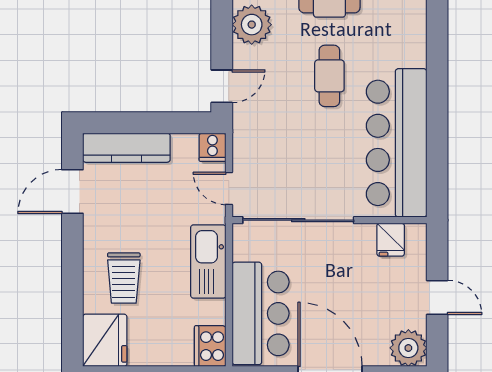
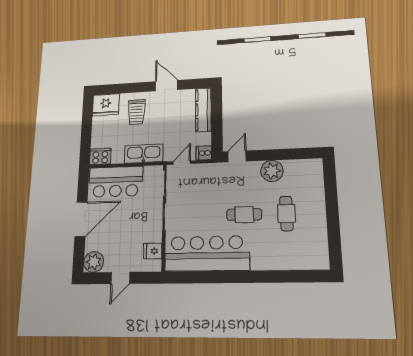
door: (222, 86) -> (237, 156), swing flipped
door: (72, 192) -> (166, 86), moved
trolley: (124, 278) -> (136, 112), turned -90

